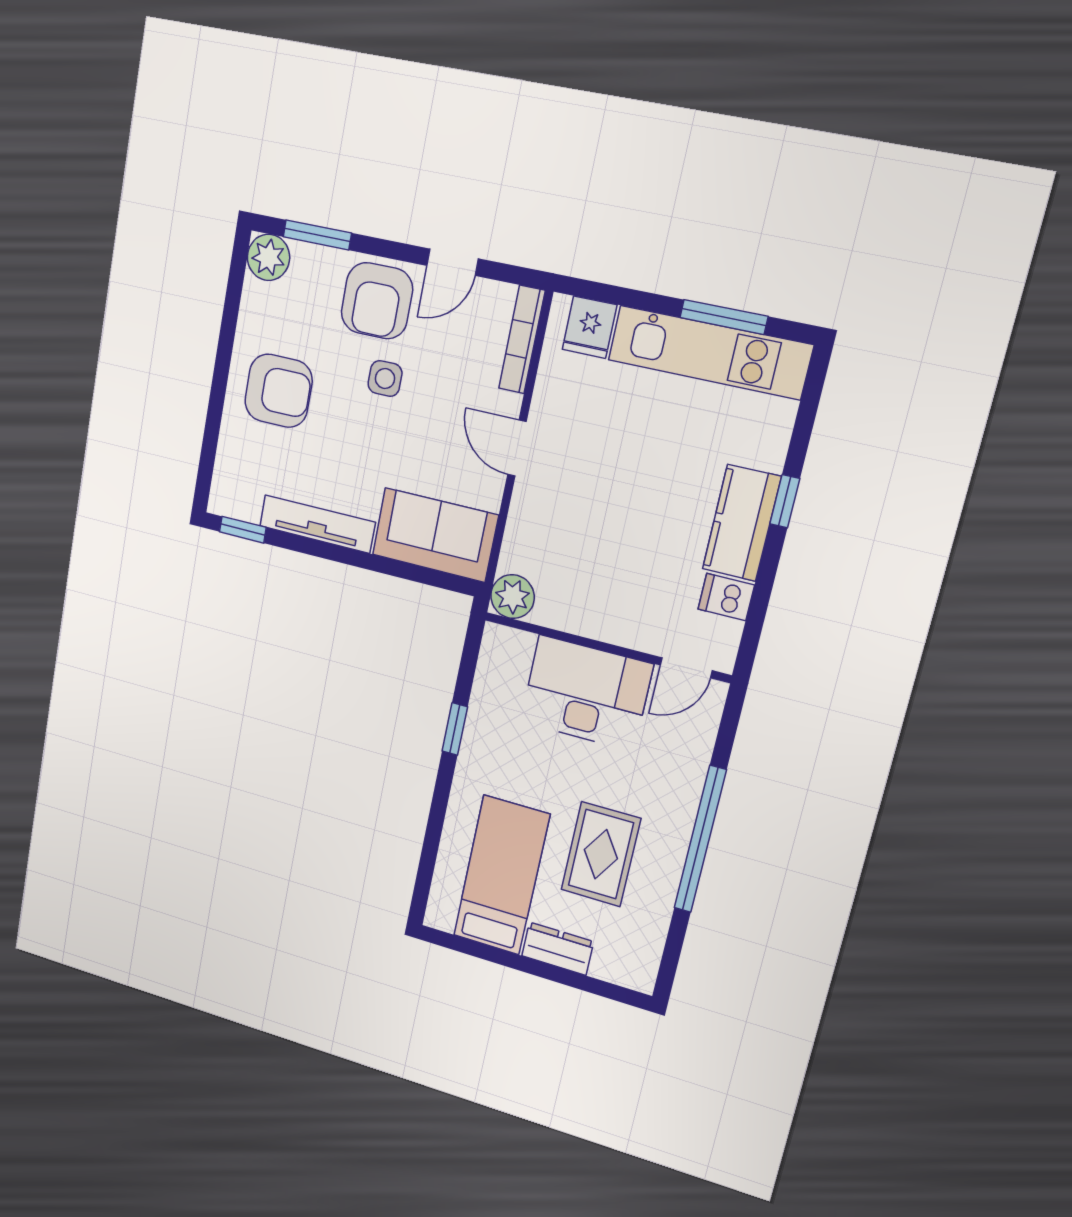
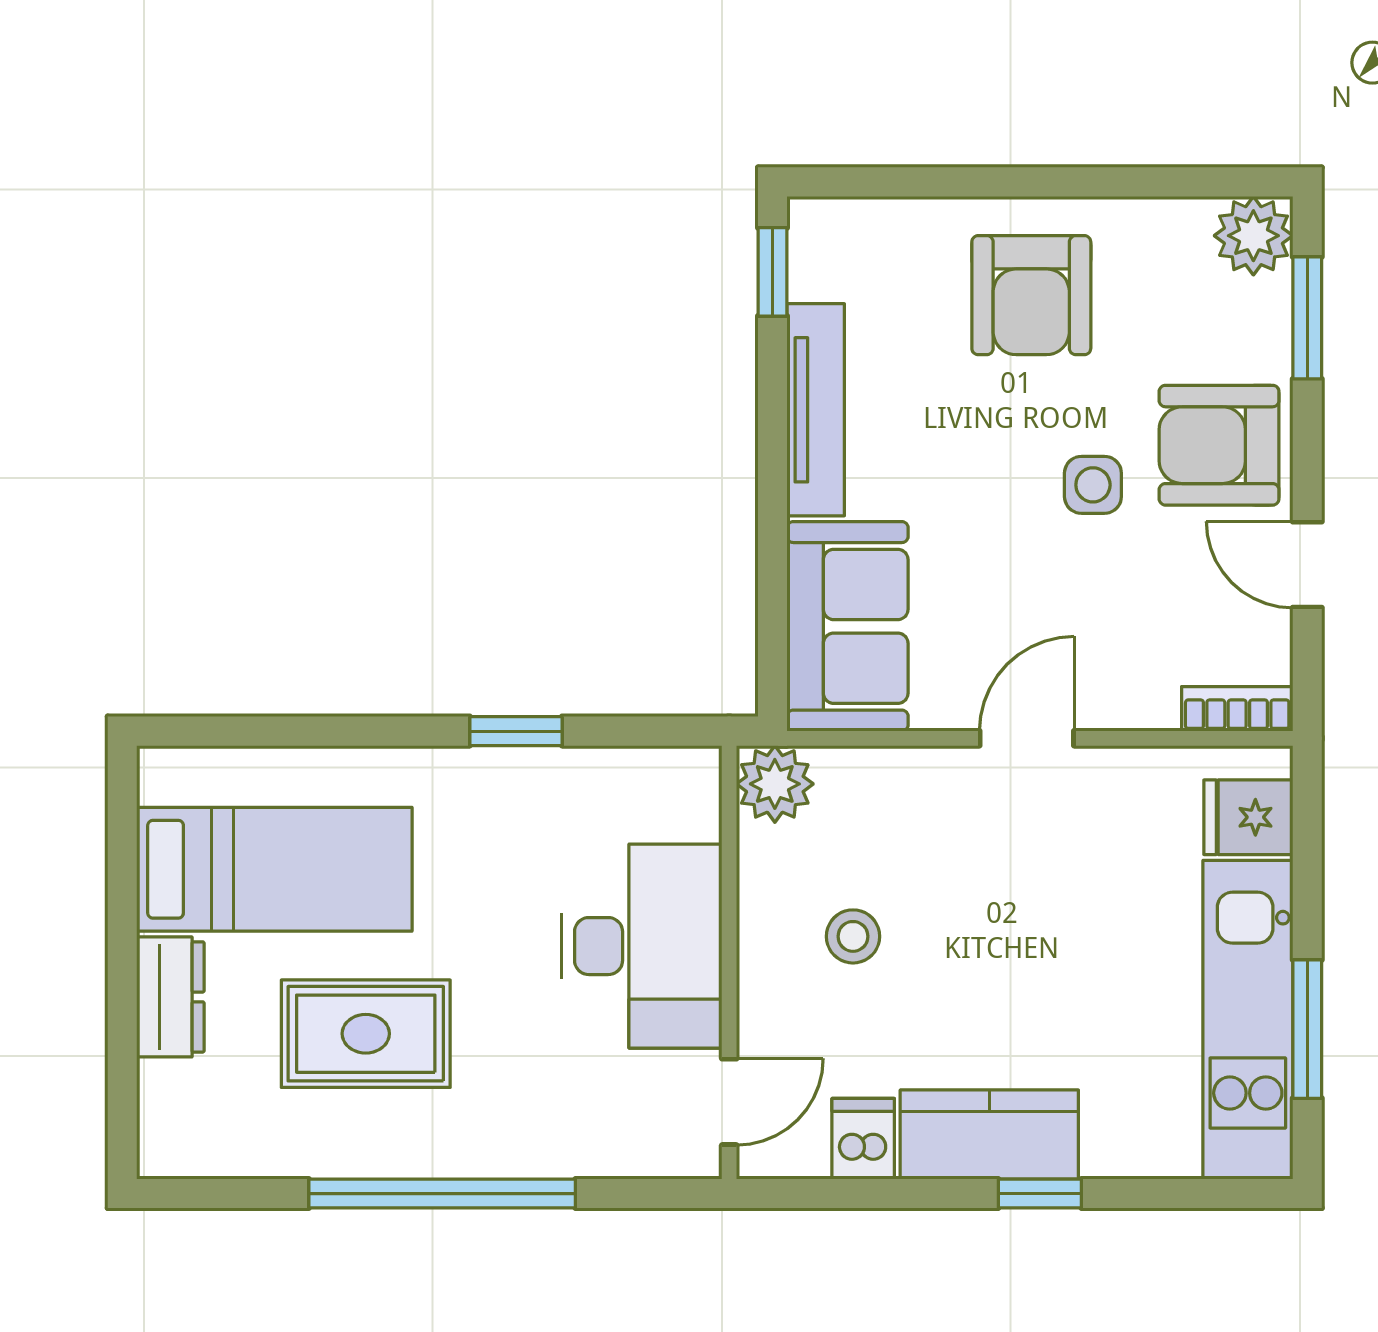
bookcase: (522, 340) -> (1237, 709), width x0.64
stool: (607, 574) -> (853, 936), added
door: (686, 668) -> (729, 1102), swing flipped

